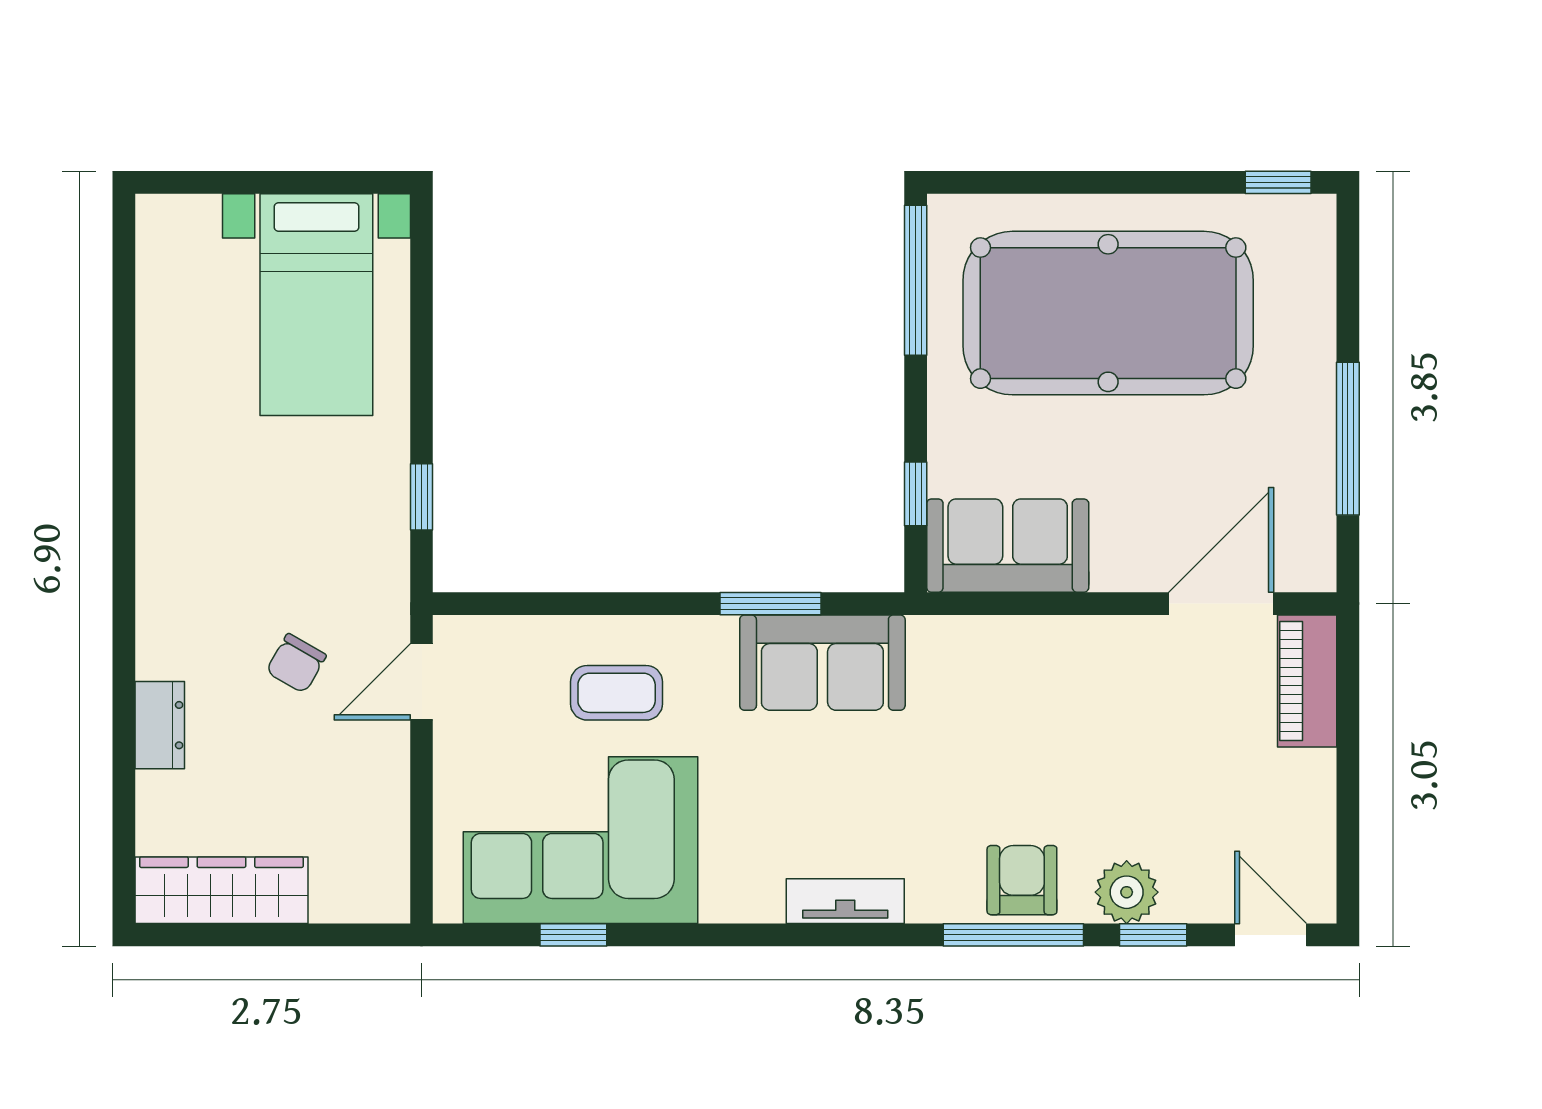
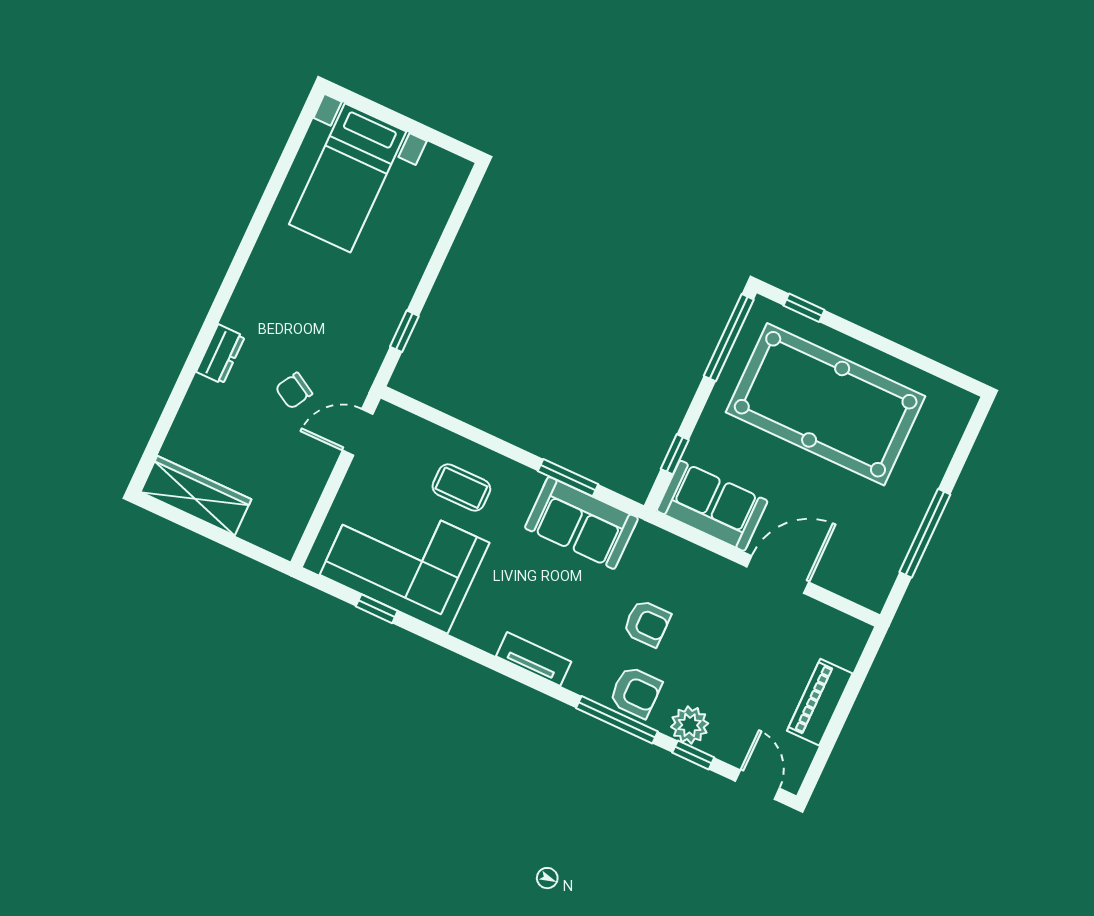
window: (1278, 182) -> (804, 308), moved
bed with nightstands: (316, 305) -> (348, 178), moved
door: (1221, 604) -> (778, 575), moved
piano: (1307, 681) -> (820, 702), moved
dresser: (160, 725) -> (220, 354), moved
armchair: (991, 768) -> (647, 623), added
armchair: (1022, 880) -> (635, 692), turned 90

